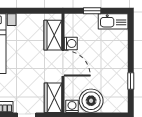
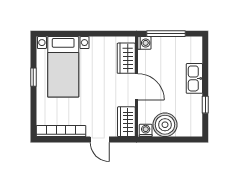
window: (92, 11) -> (166, 34), width x2.17
kitchen sink: (113, 21) -> (194, 78), moved, turned 90
washing machine: (71, 43) -> (144, 43), moved

